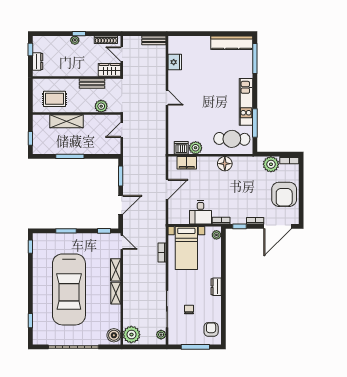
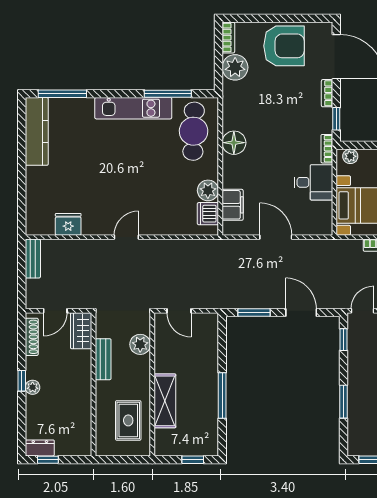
dresser: (38, 62) -> (40, 448), moved

